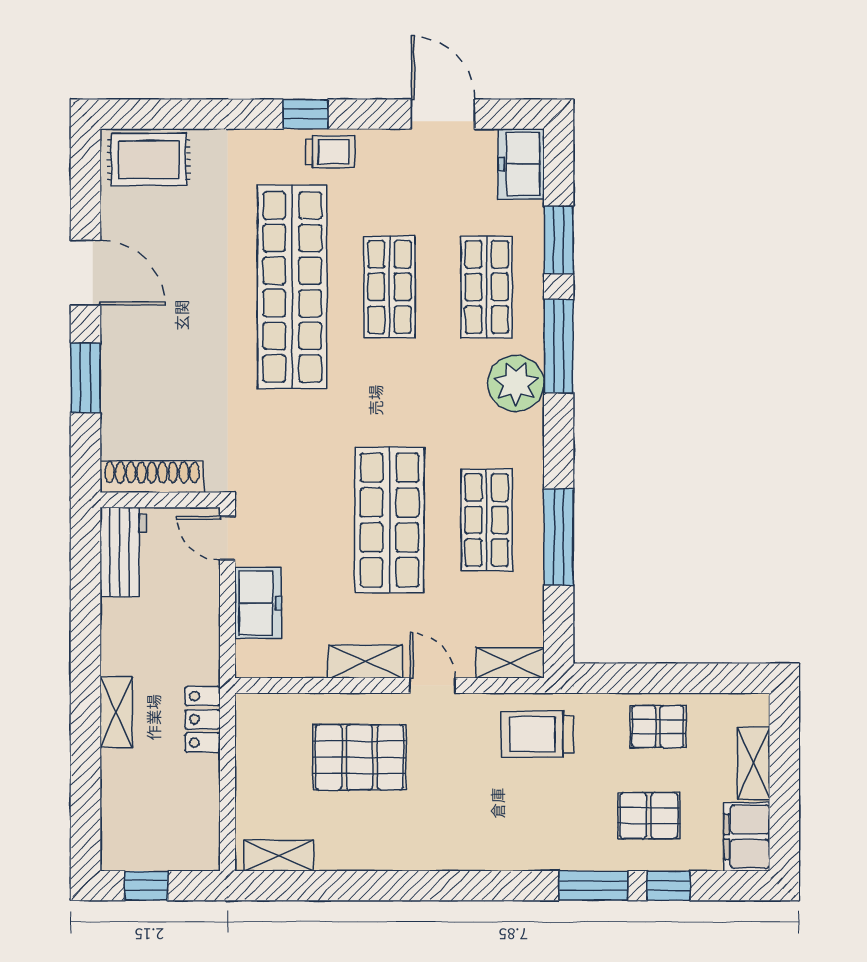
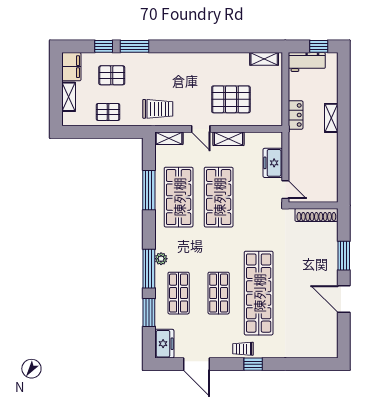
rug: (149, 160) -> (318, 346), removed
plant: (516, 383) -> (161, 259), width x0.53, depth x0.53
shop shelf: (487, 520) -> (179, 197), width x1.43, depth x1.36
workbench: (123, 552) -> (307, 62), moved, turned -90

